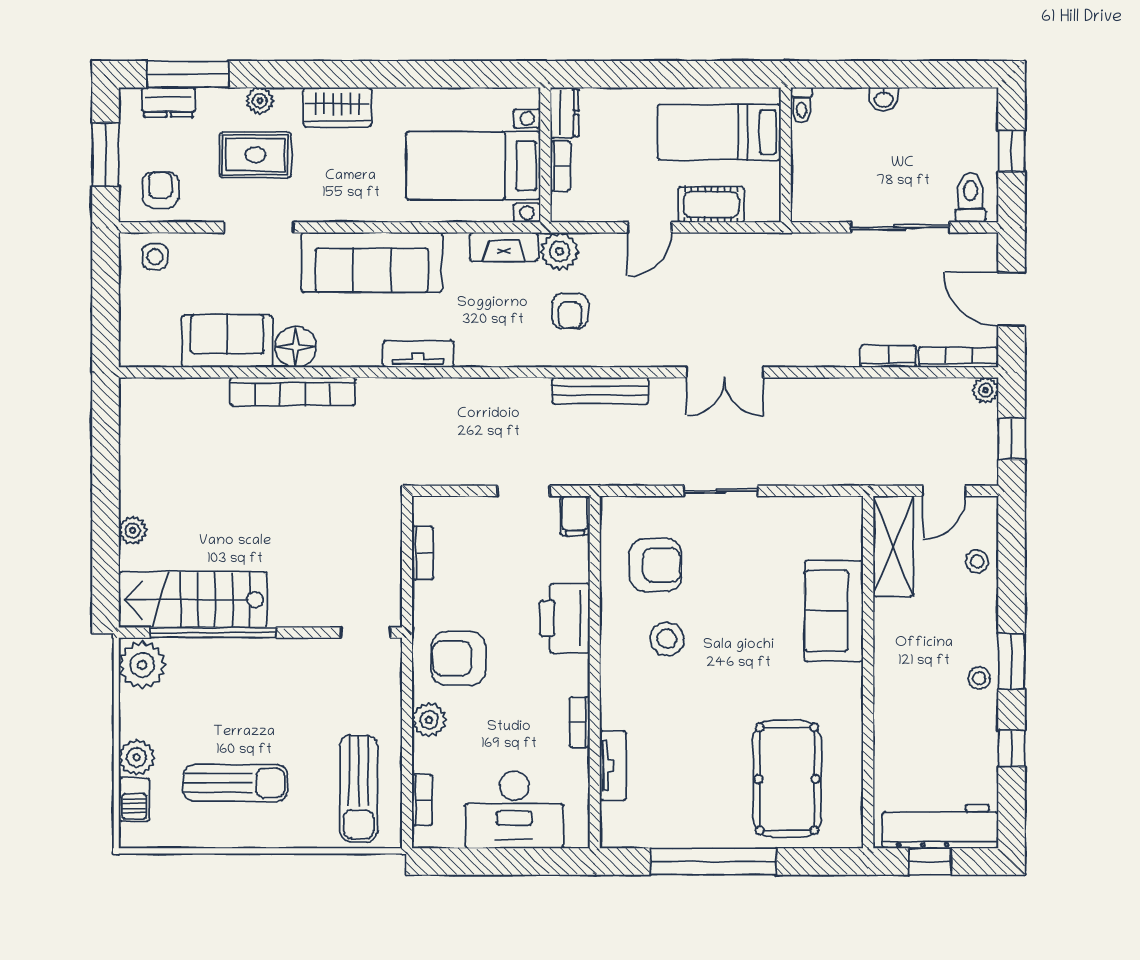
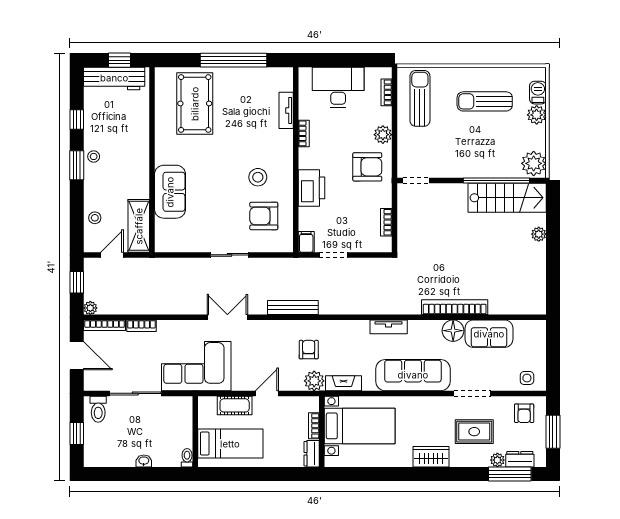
plant: (260, 101) -> (497, 460), moved
corner sofa: (784, 279) -> (196, 366), added

